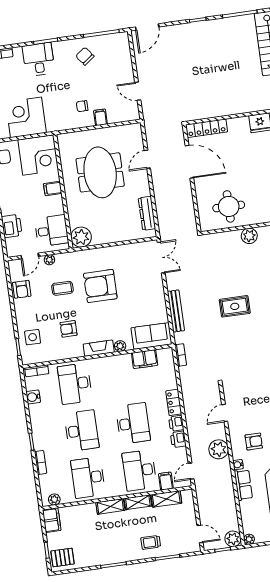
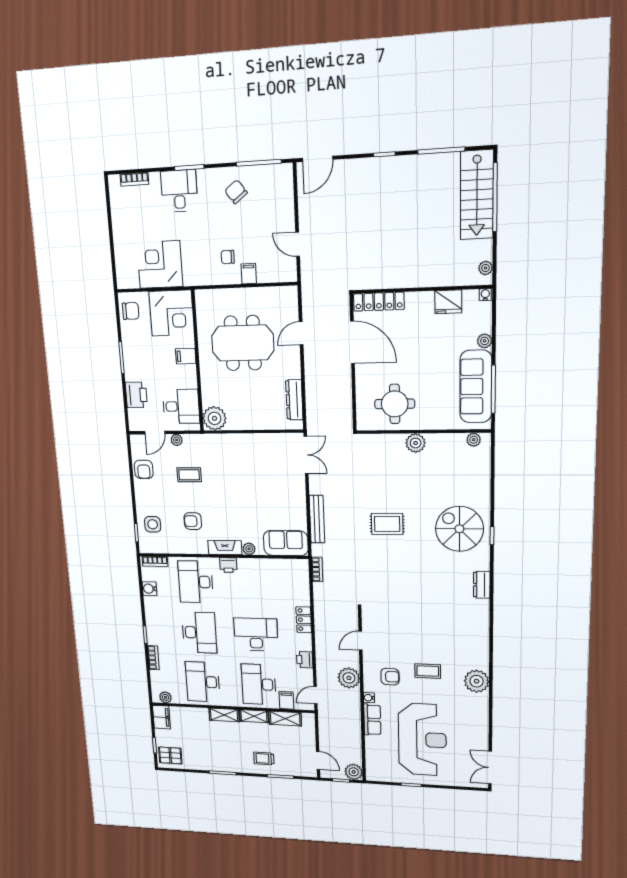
meeting table: (100, 172) -> (243, 343), turned 90
armchair: (100, 286) -> (232, 478), removed
filing cabinet: (145, 359) -> (275, 567), removed
desk: (133, 423) -> (256, 634), turned -90
printer: (176, 423) -> (228, 565), moved, turned -90
plant: (249, 539) -> (371, 776), removed

